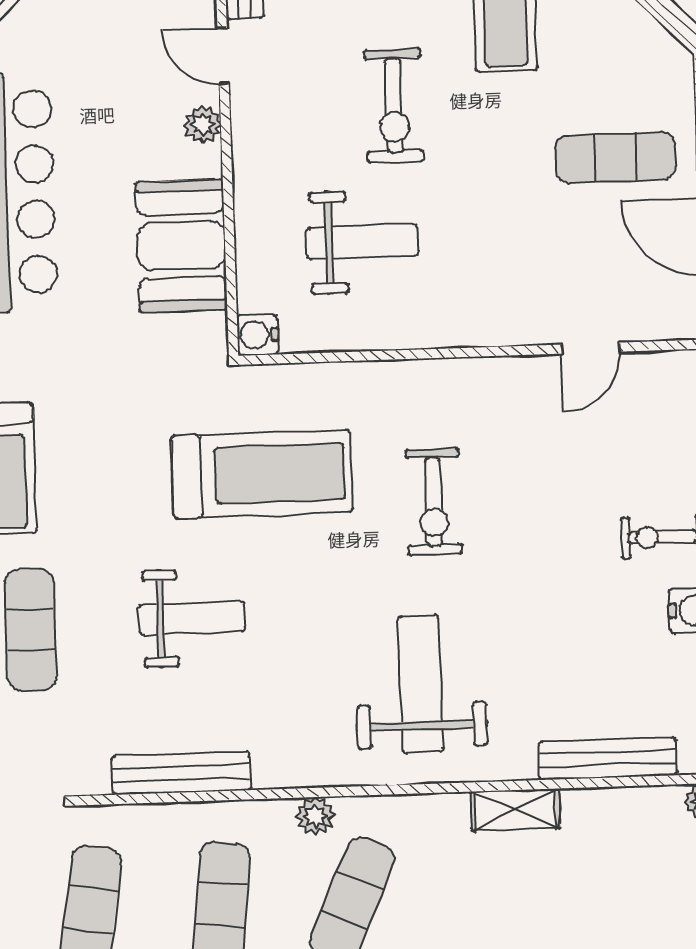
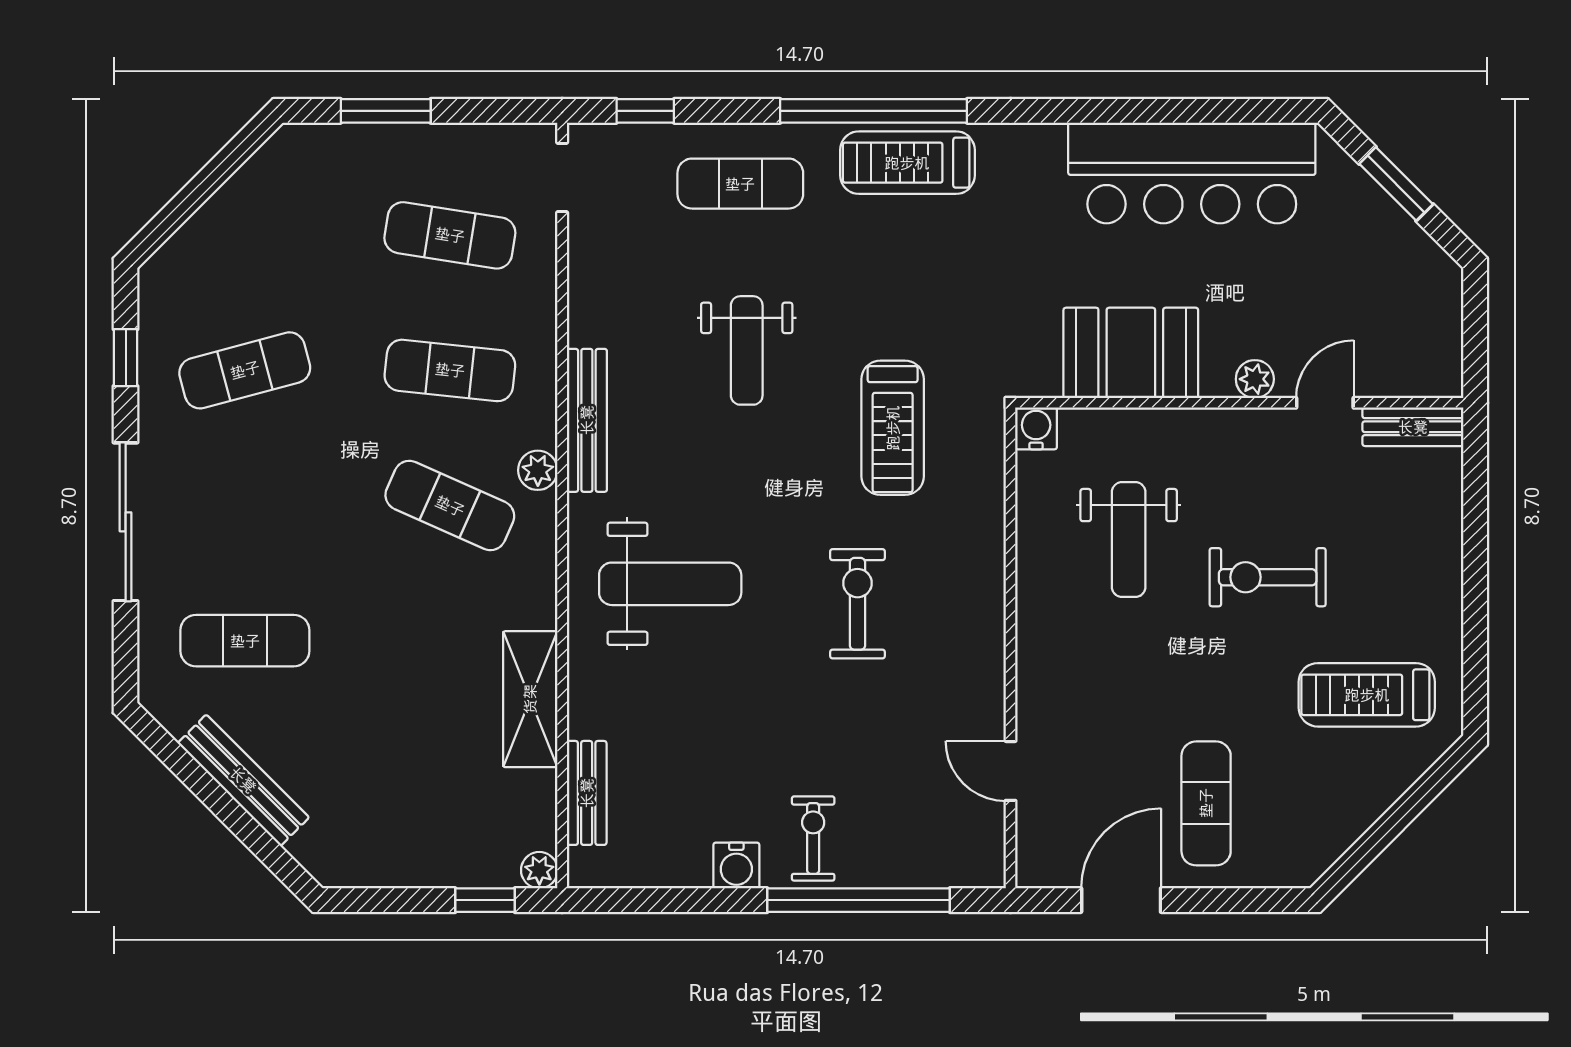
treadmill: (262, 474) -> (893, 428), width x0.73, depth x0.73
exercise bike: (434, 502) -> (858, 604), turned 90
bench: (608, 759) -> (587, 793), width x0.73
bench: (181, 773) -> (587, 420), moved
shelving: (515, 810) -> (530, 699), width x1.50, depth x1.33

